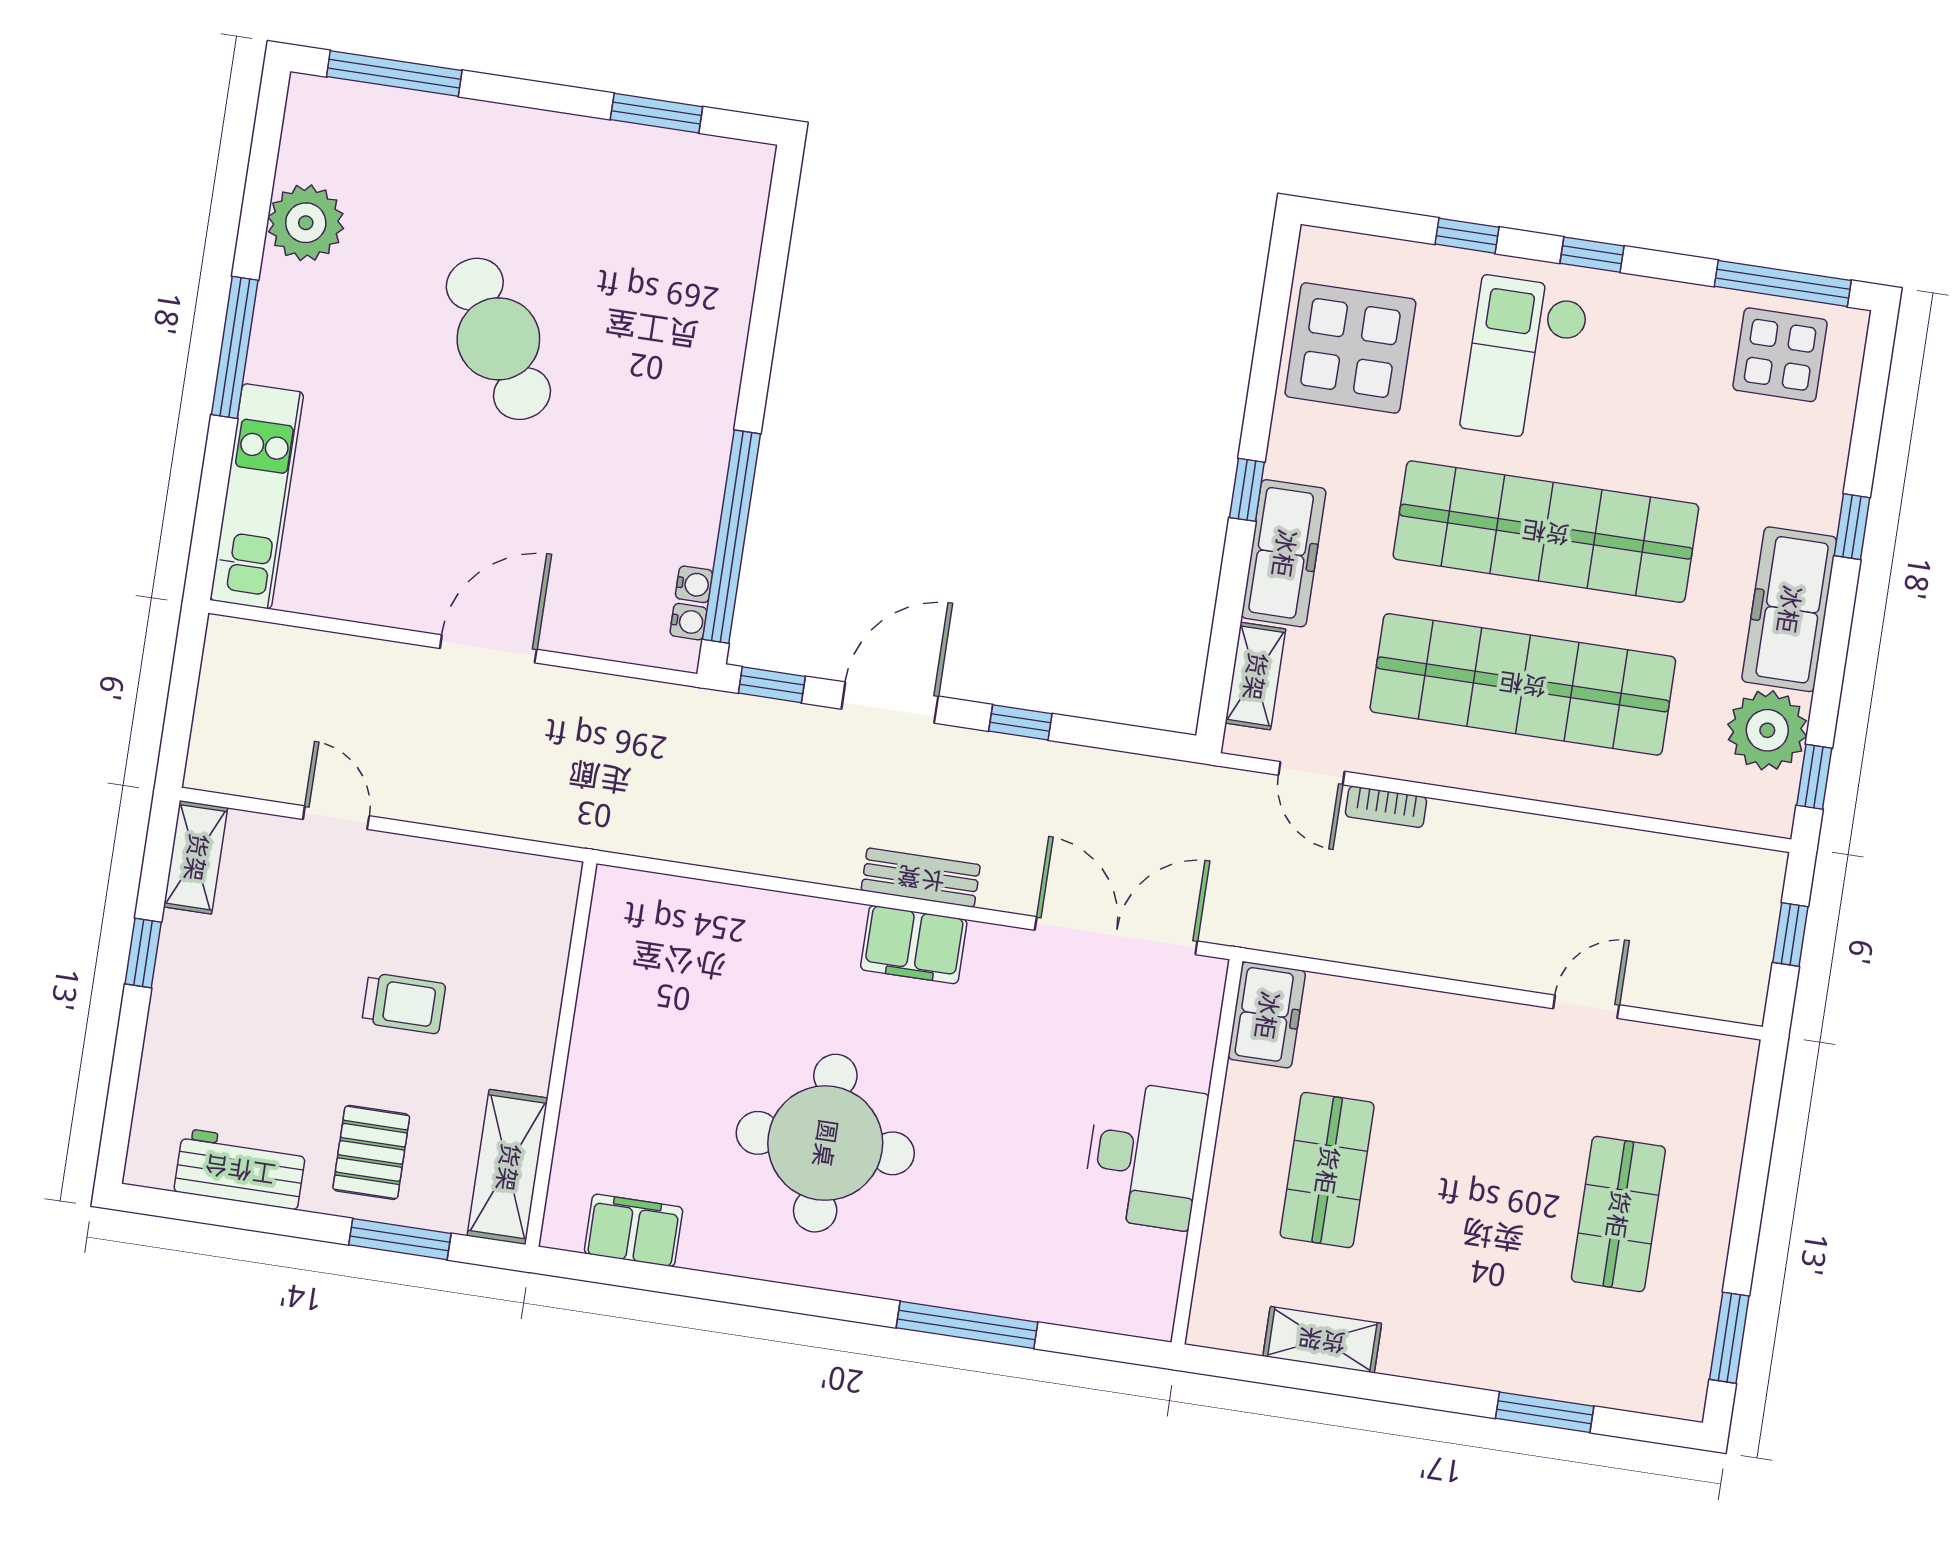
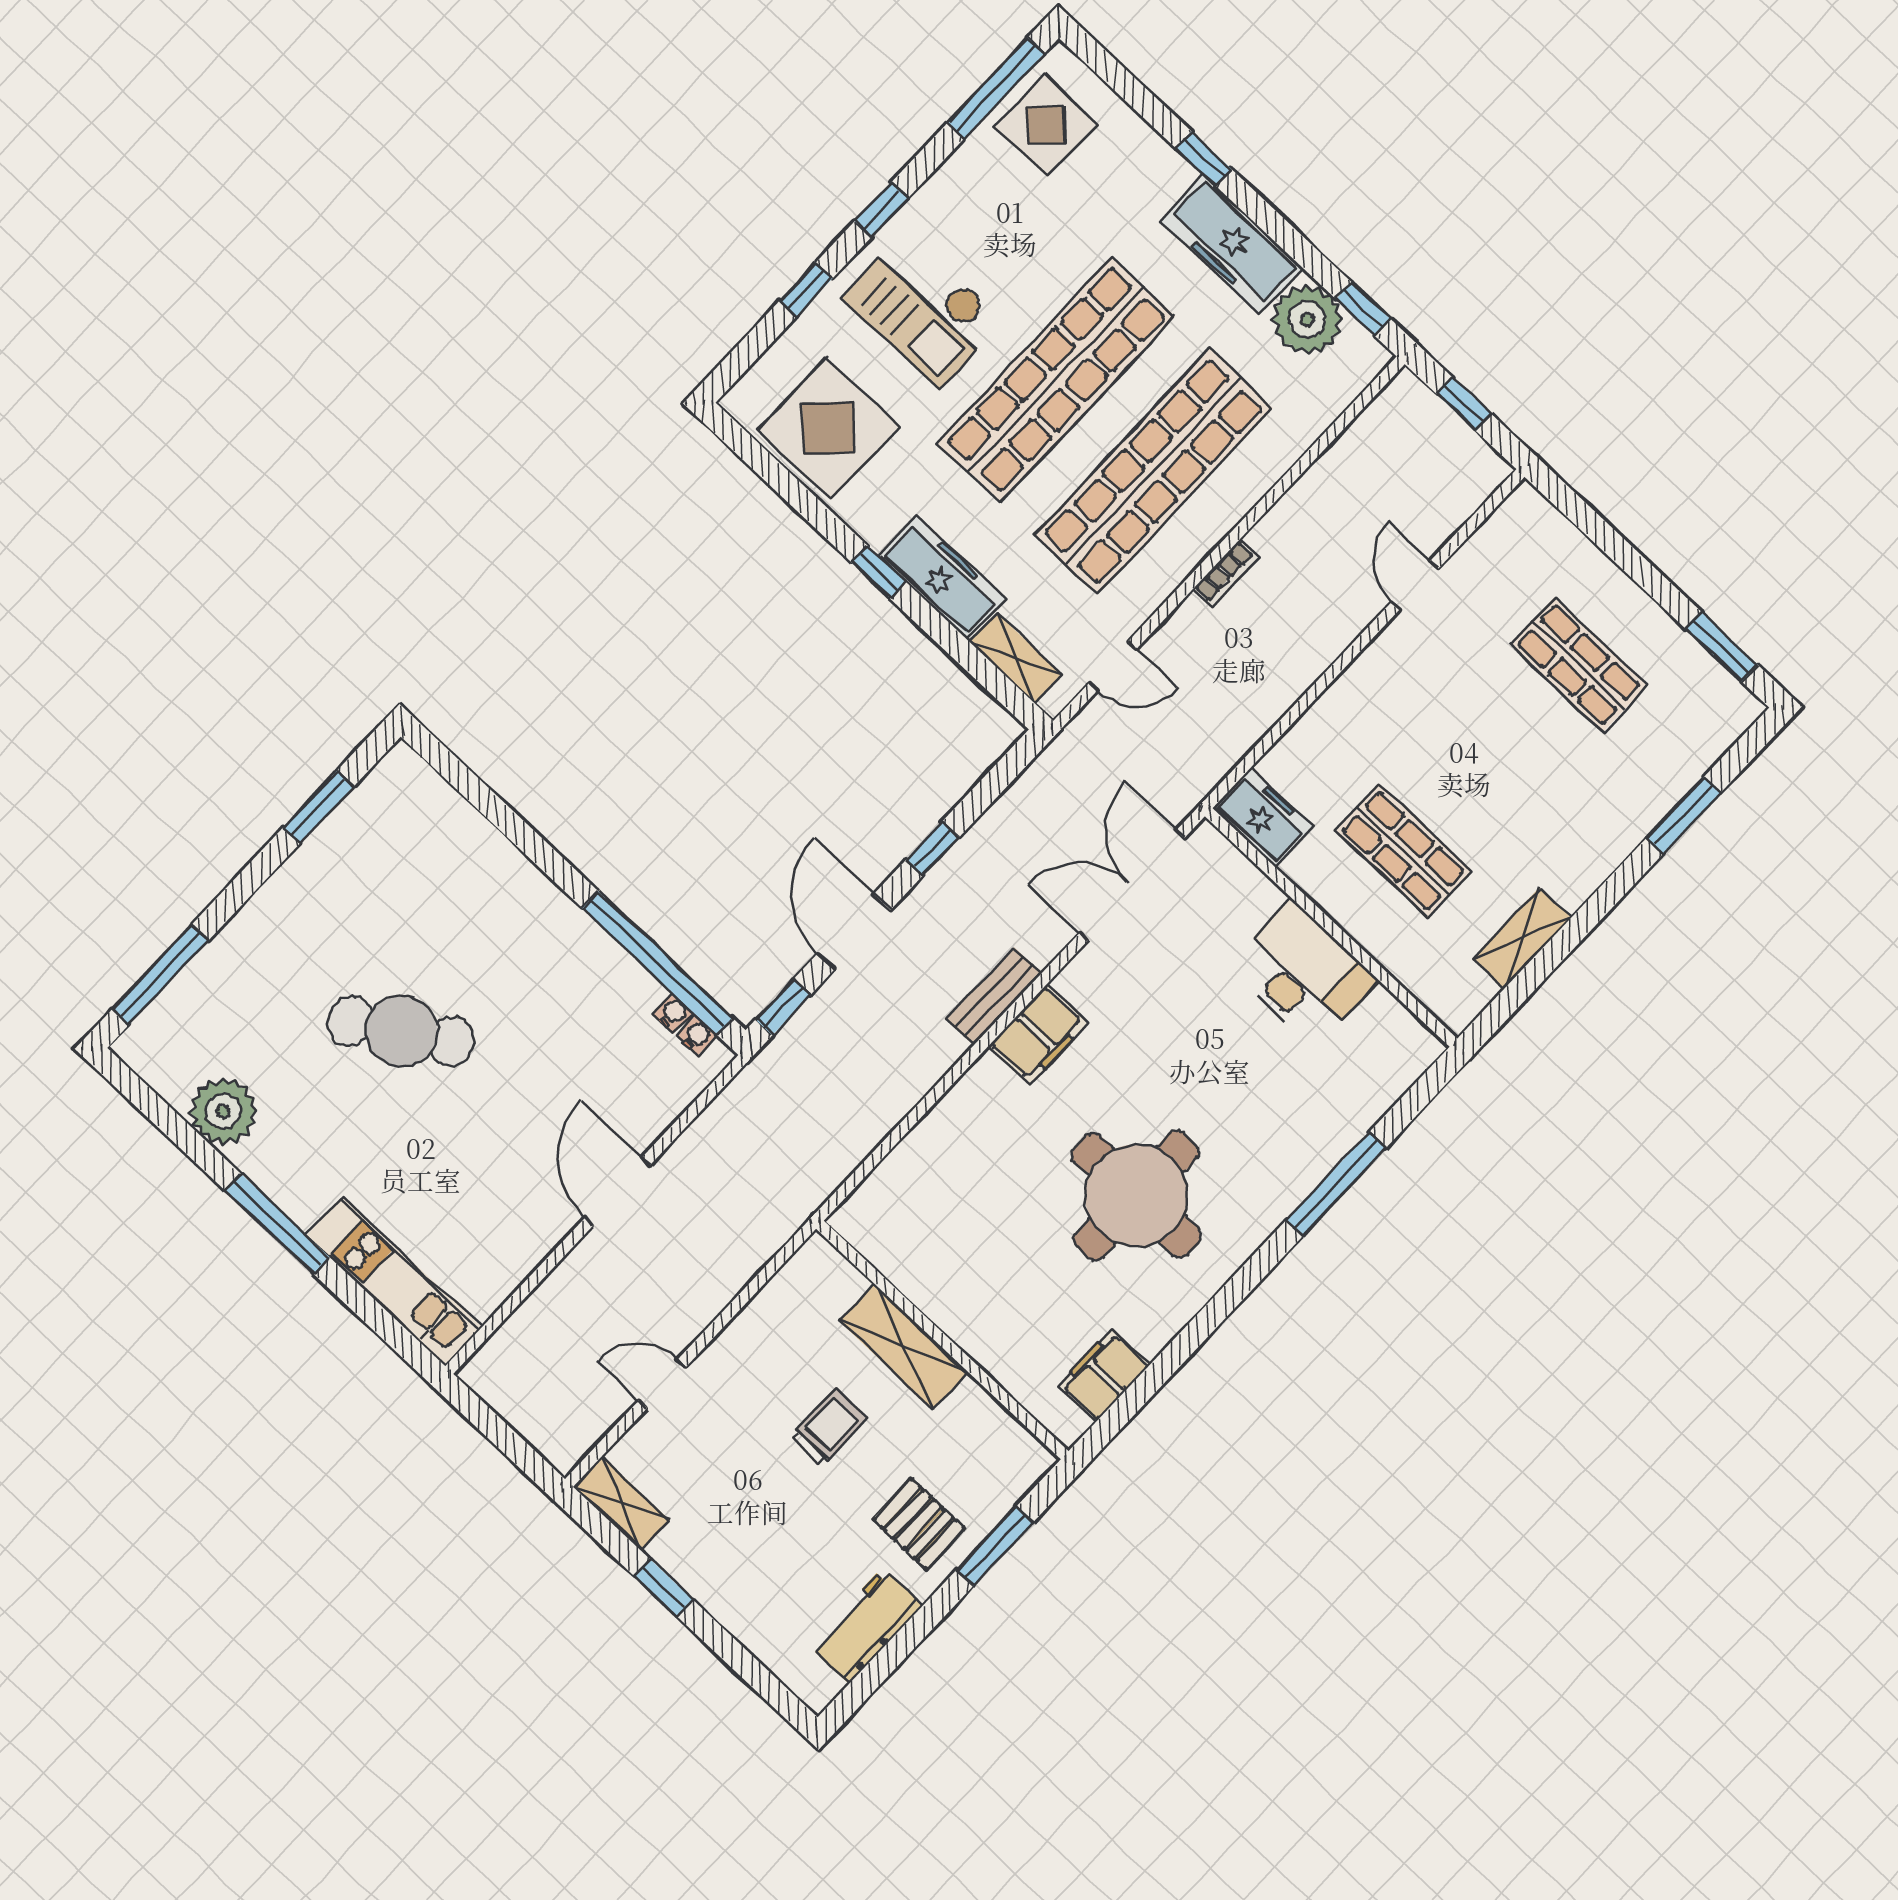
bookcase: (1386, 807) -> (1226, 573), moved
shelving: (508, 1167) -> (904, 1346), moved

